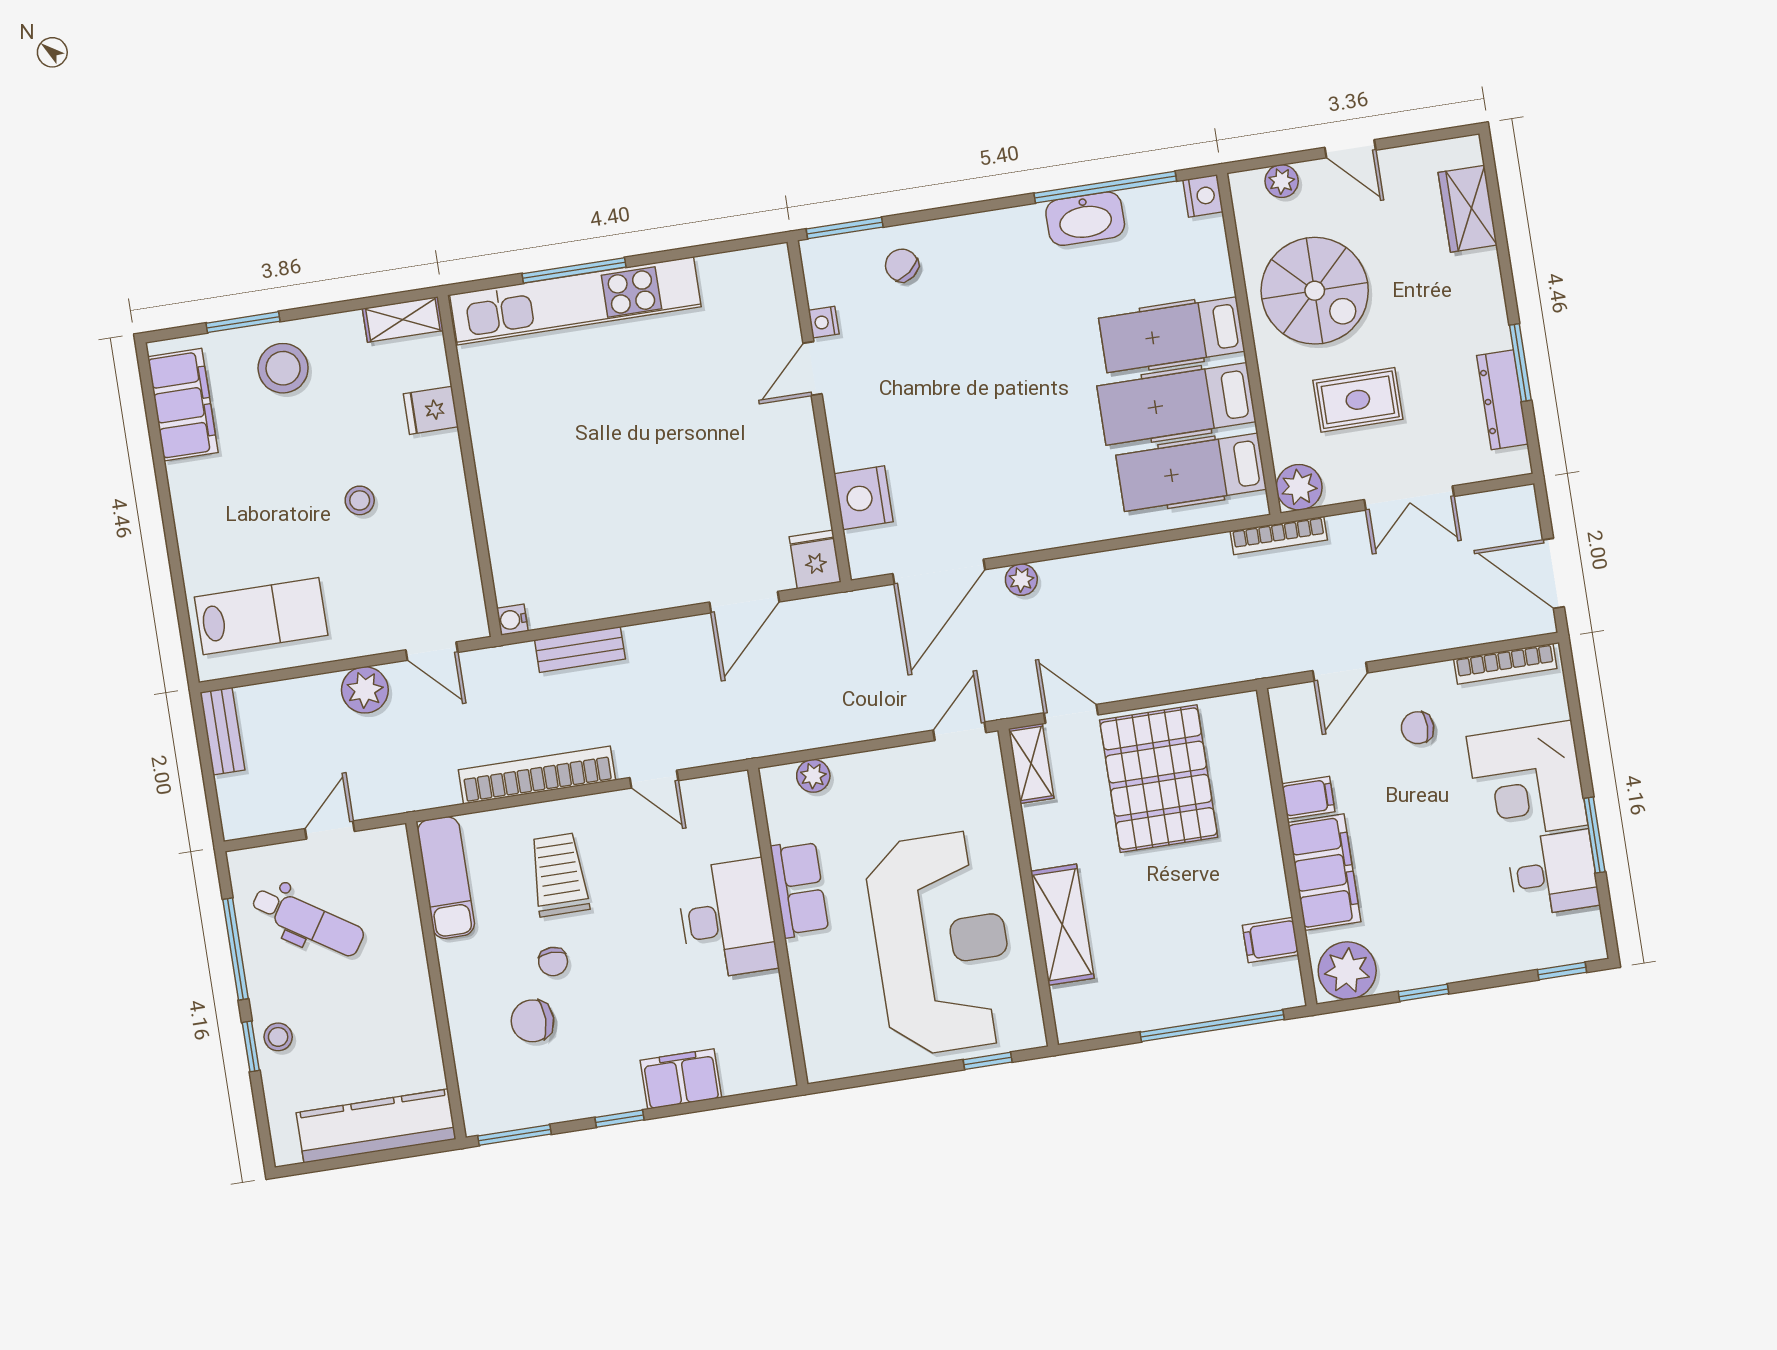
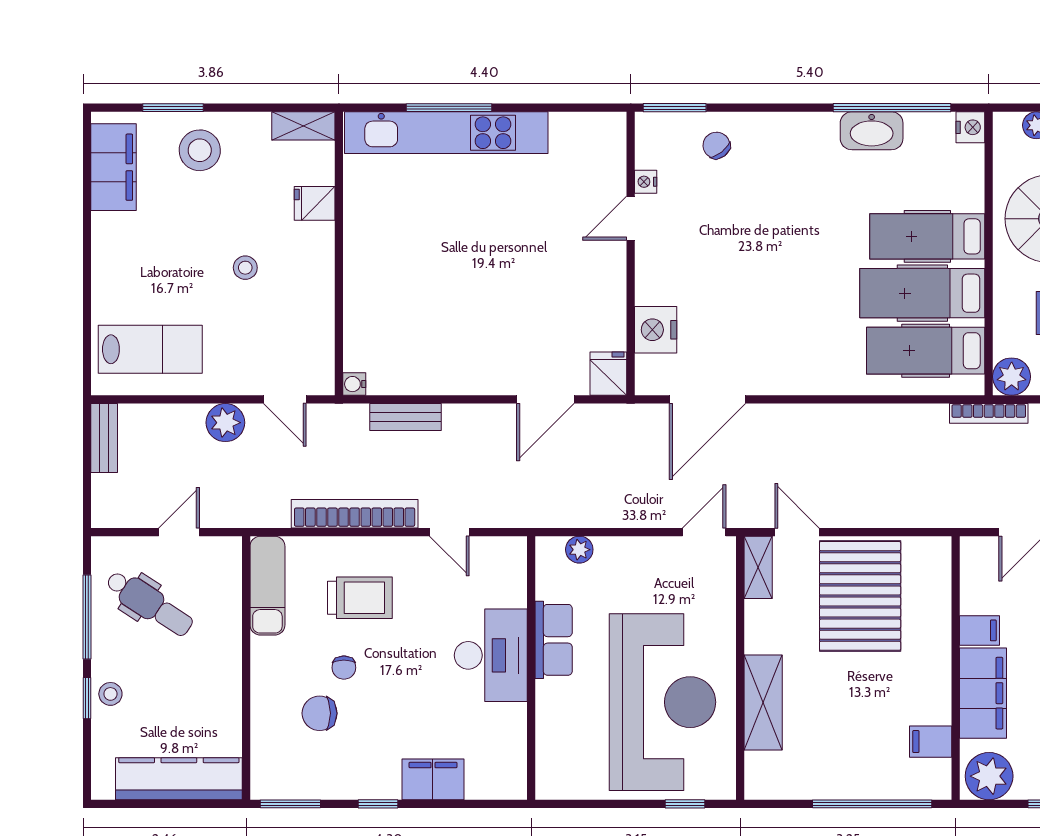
plant: (1021, 580) -> (774, 416), removed
trolley: (559, 875) -> (360, 598), turned 90

